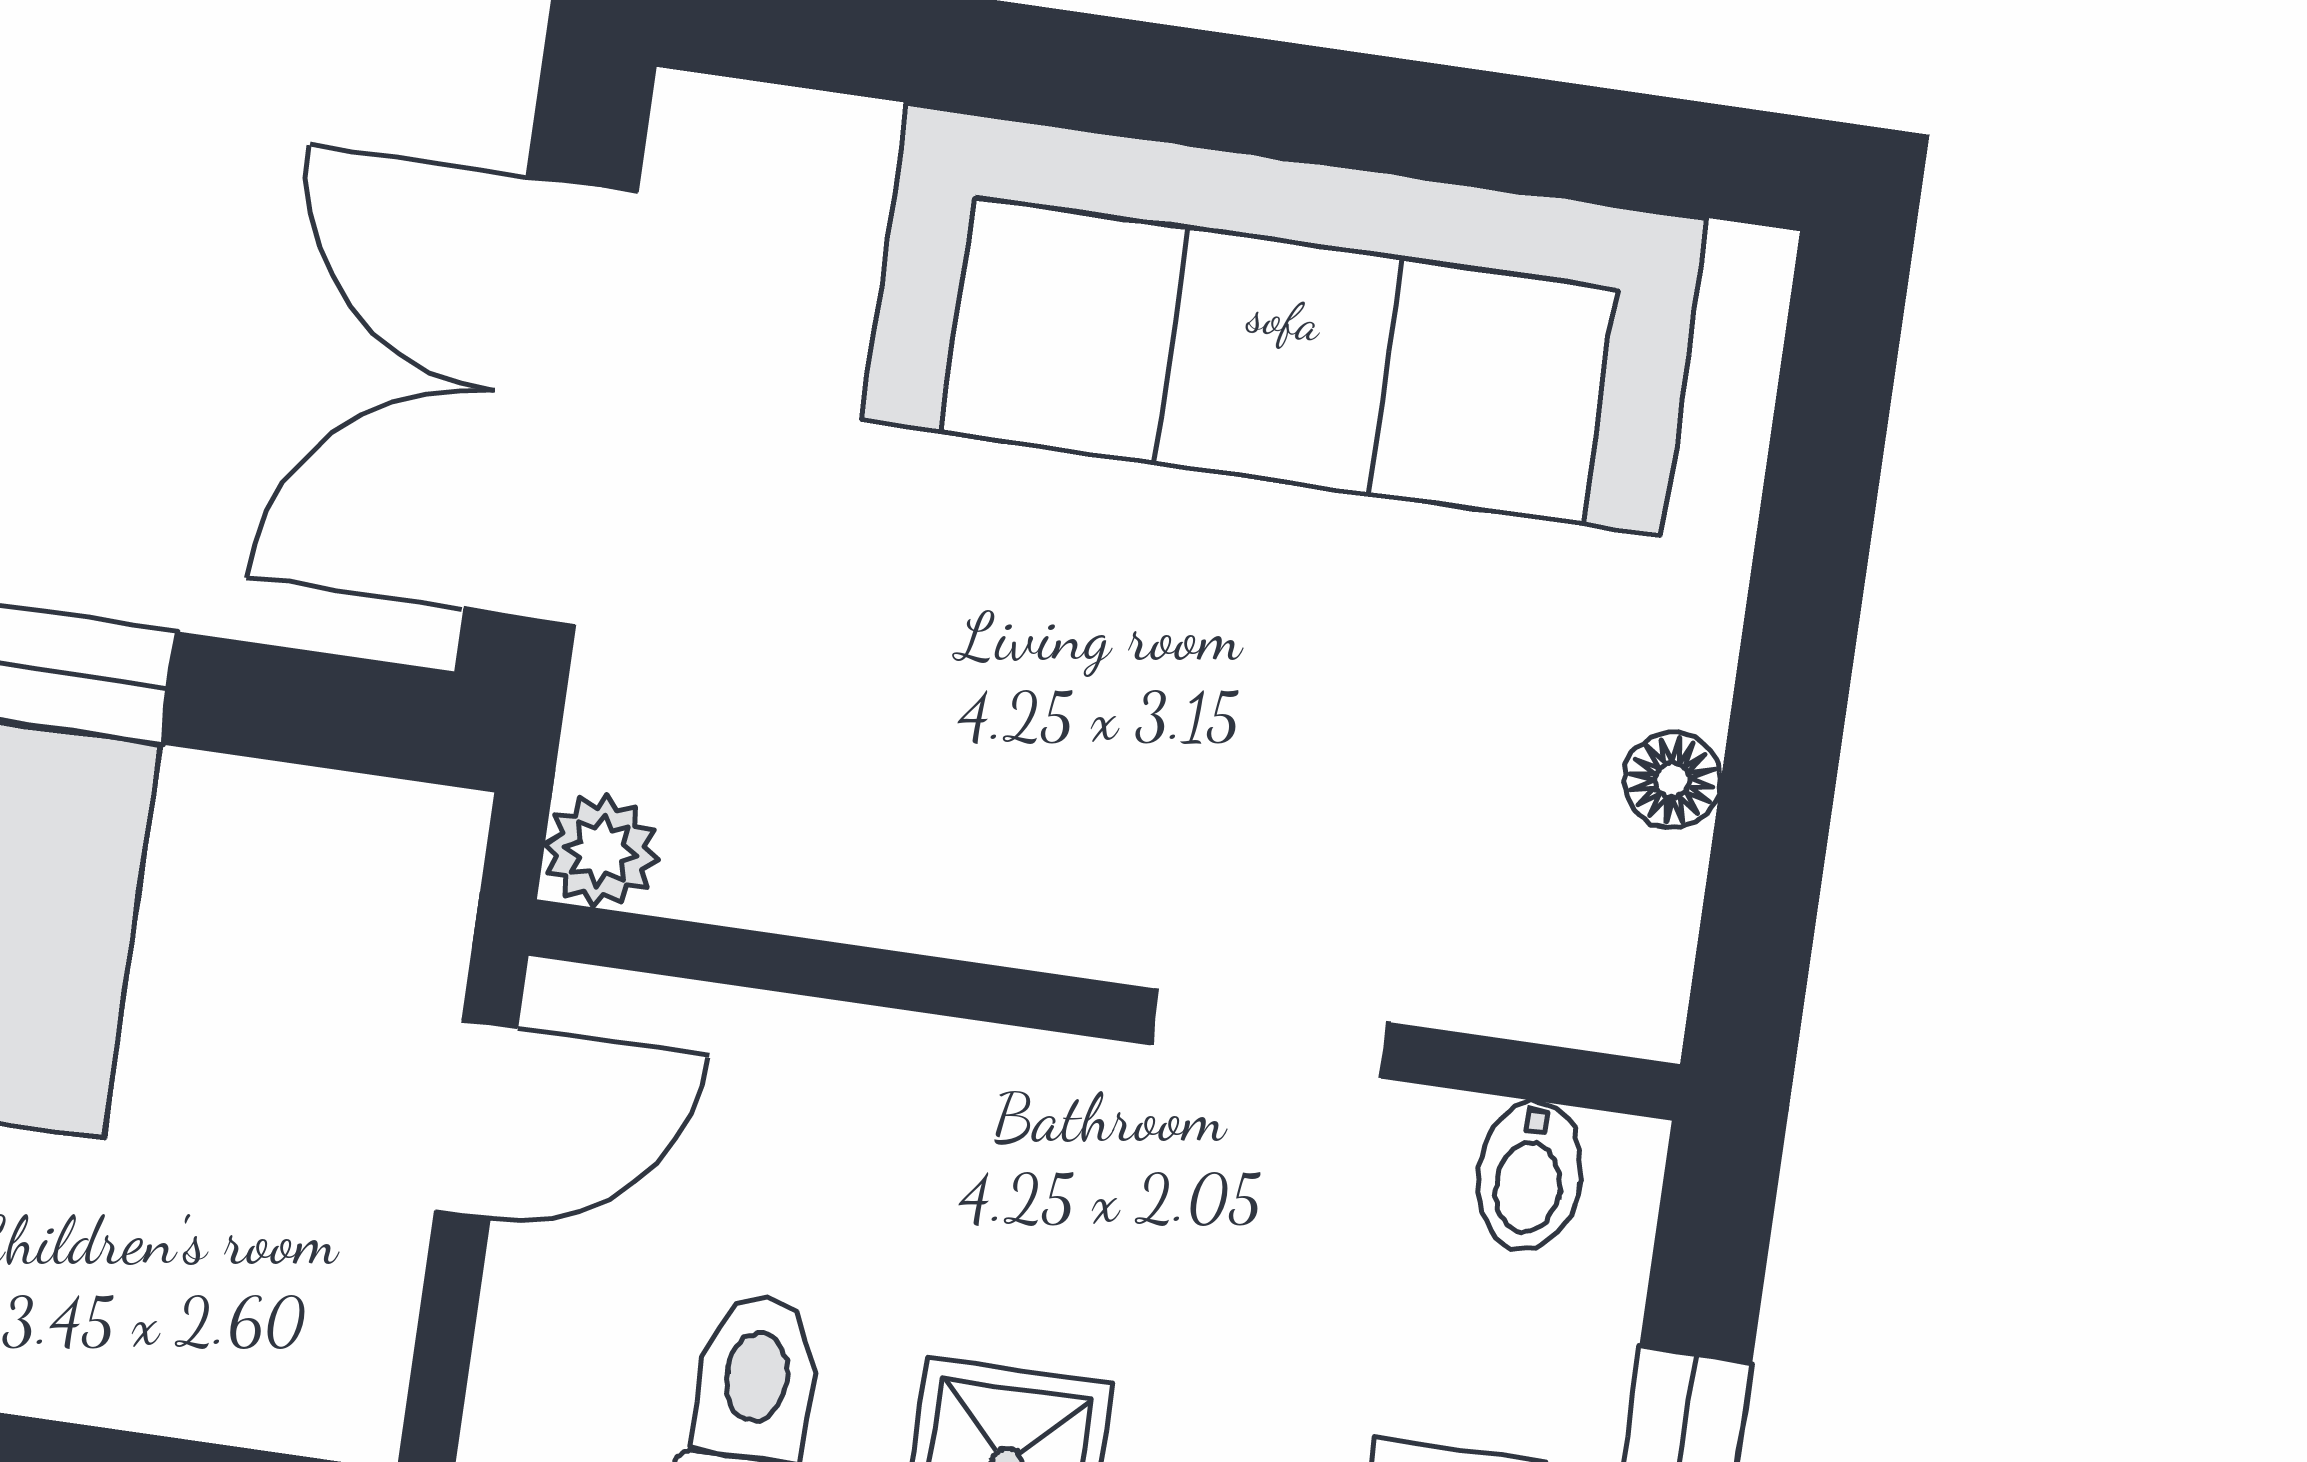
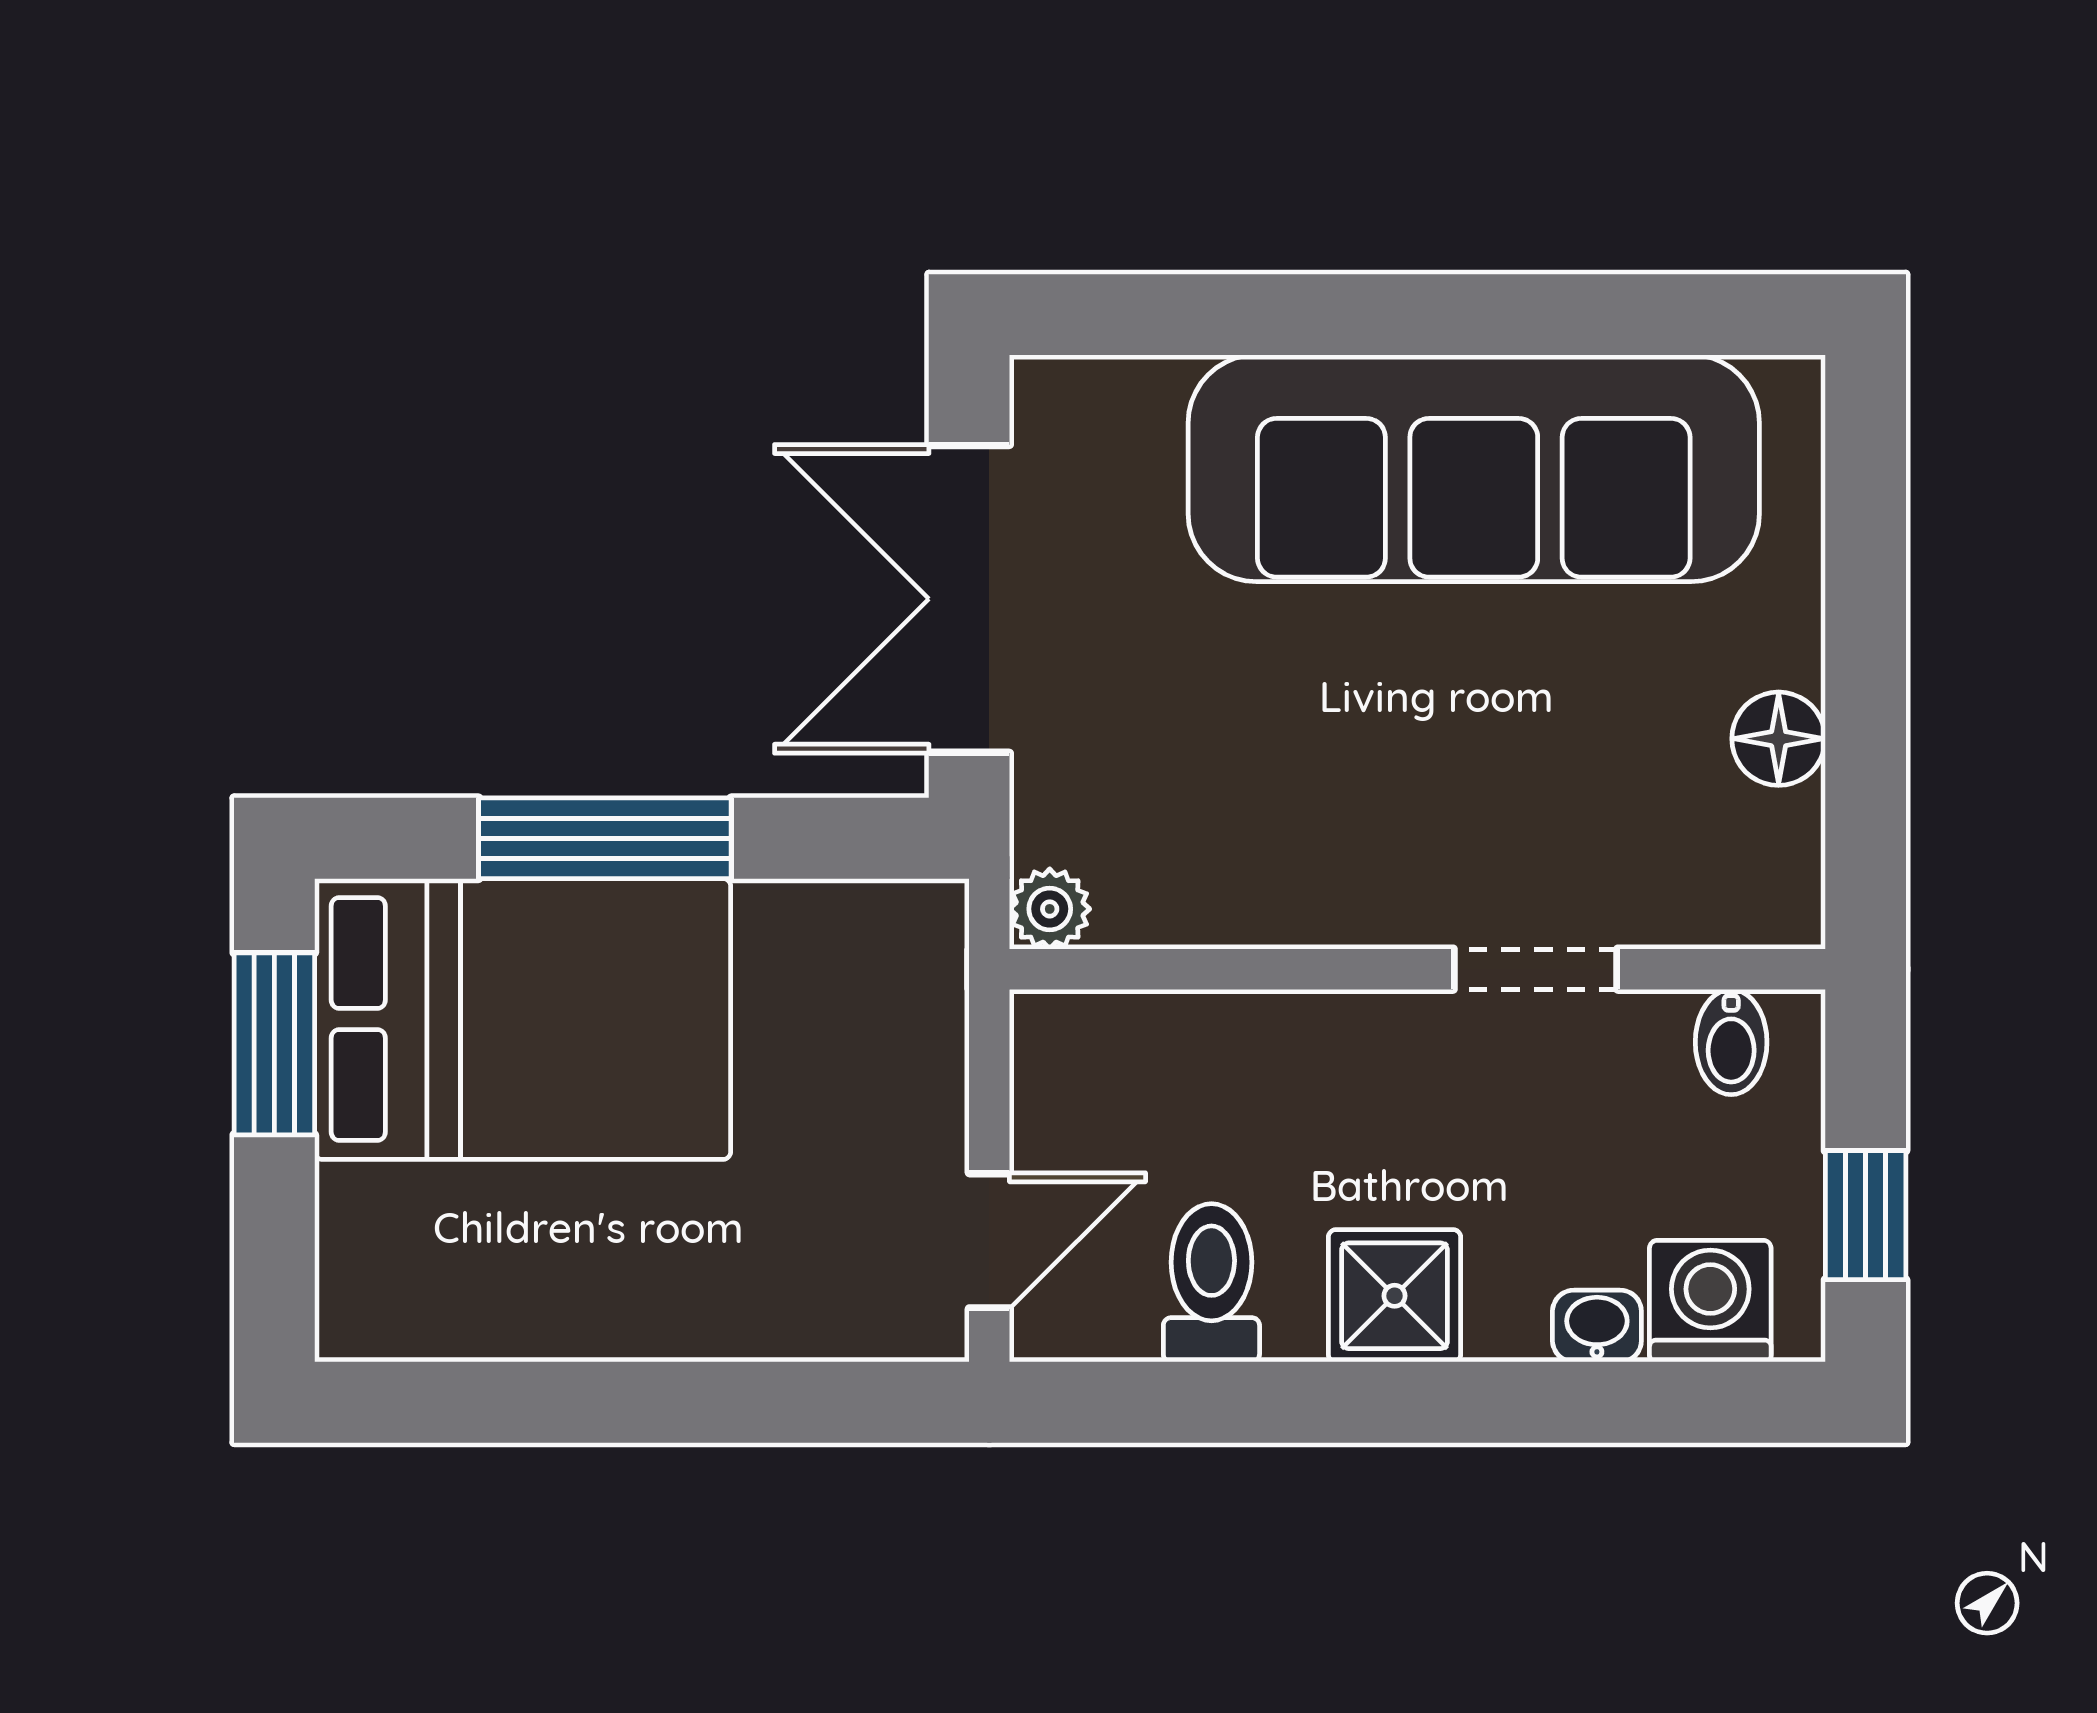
floor lamp: (1672, 780) -> (1779, 739), width x1.37, depth x1.37
door: (476, 1119) -> (989, 1241), moved

